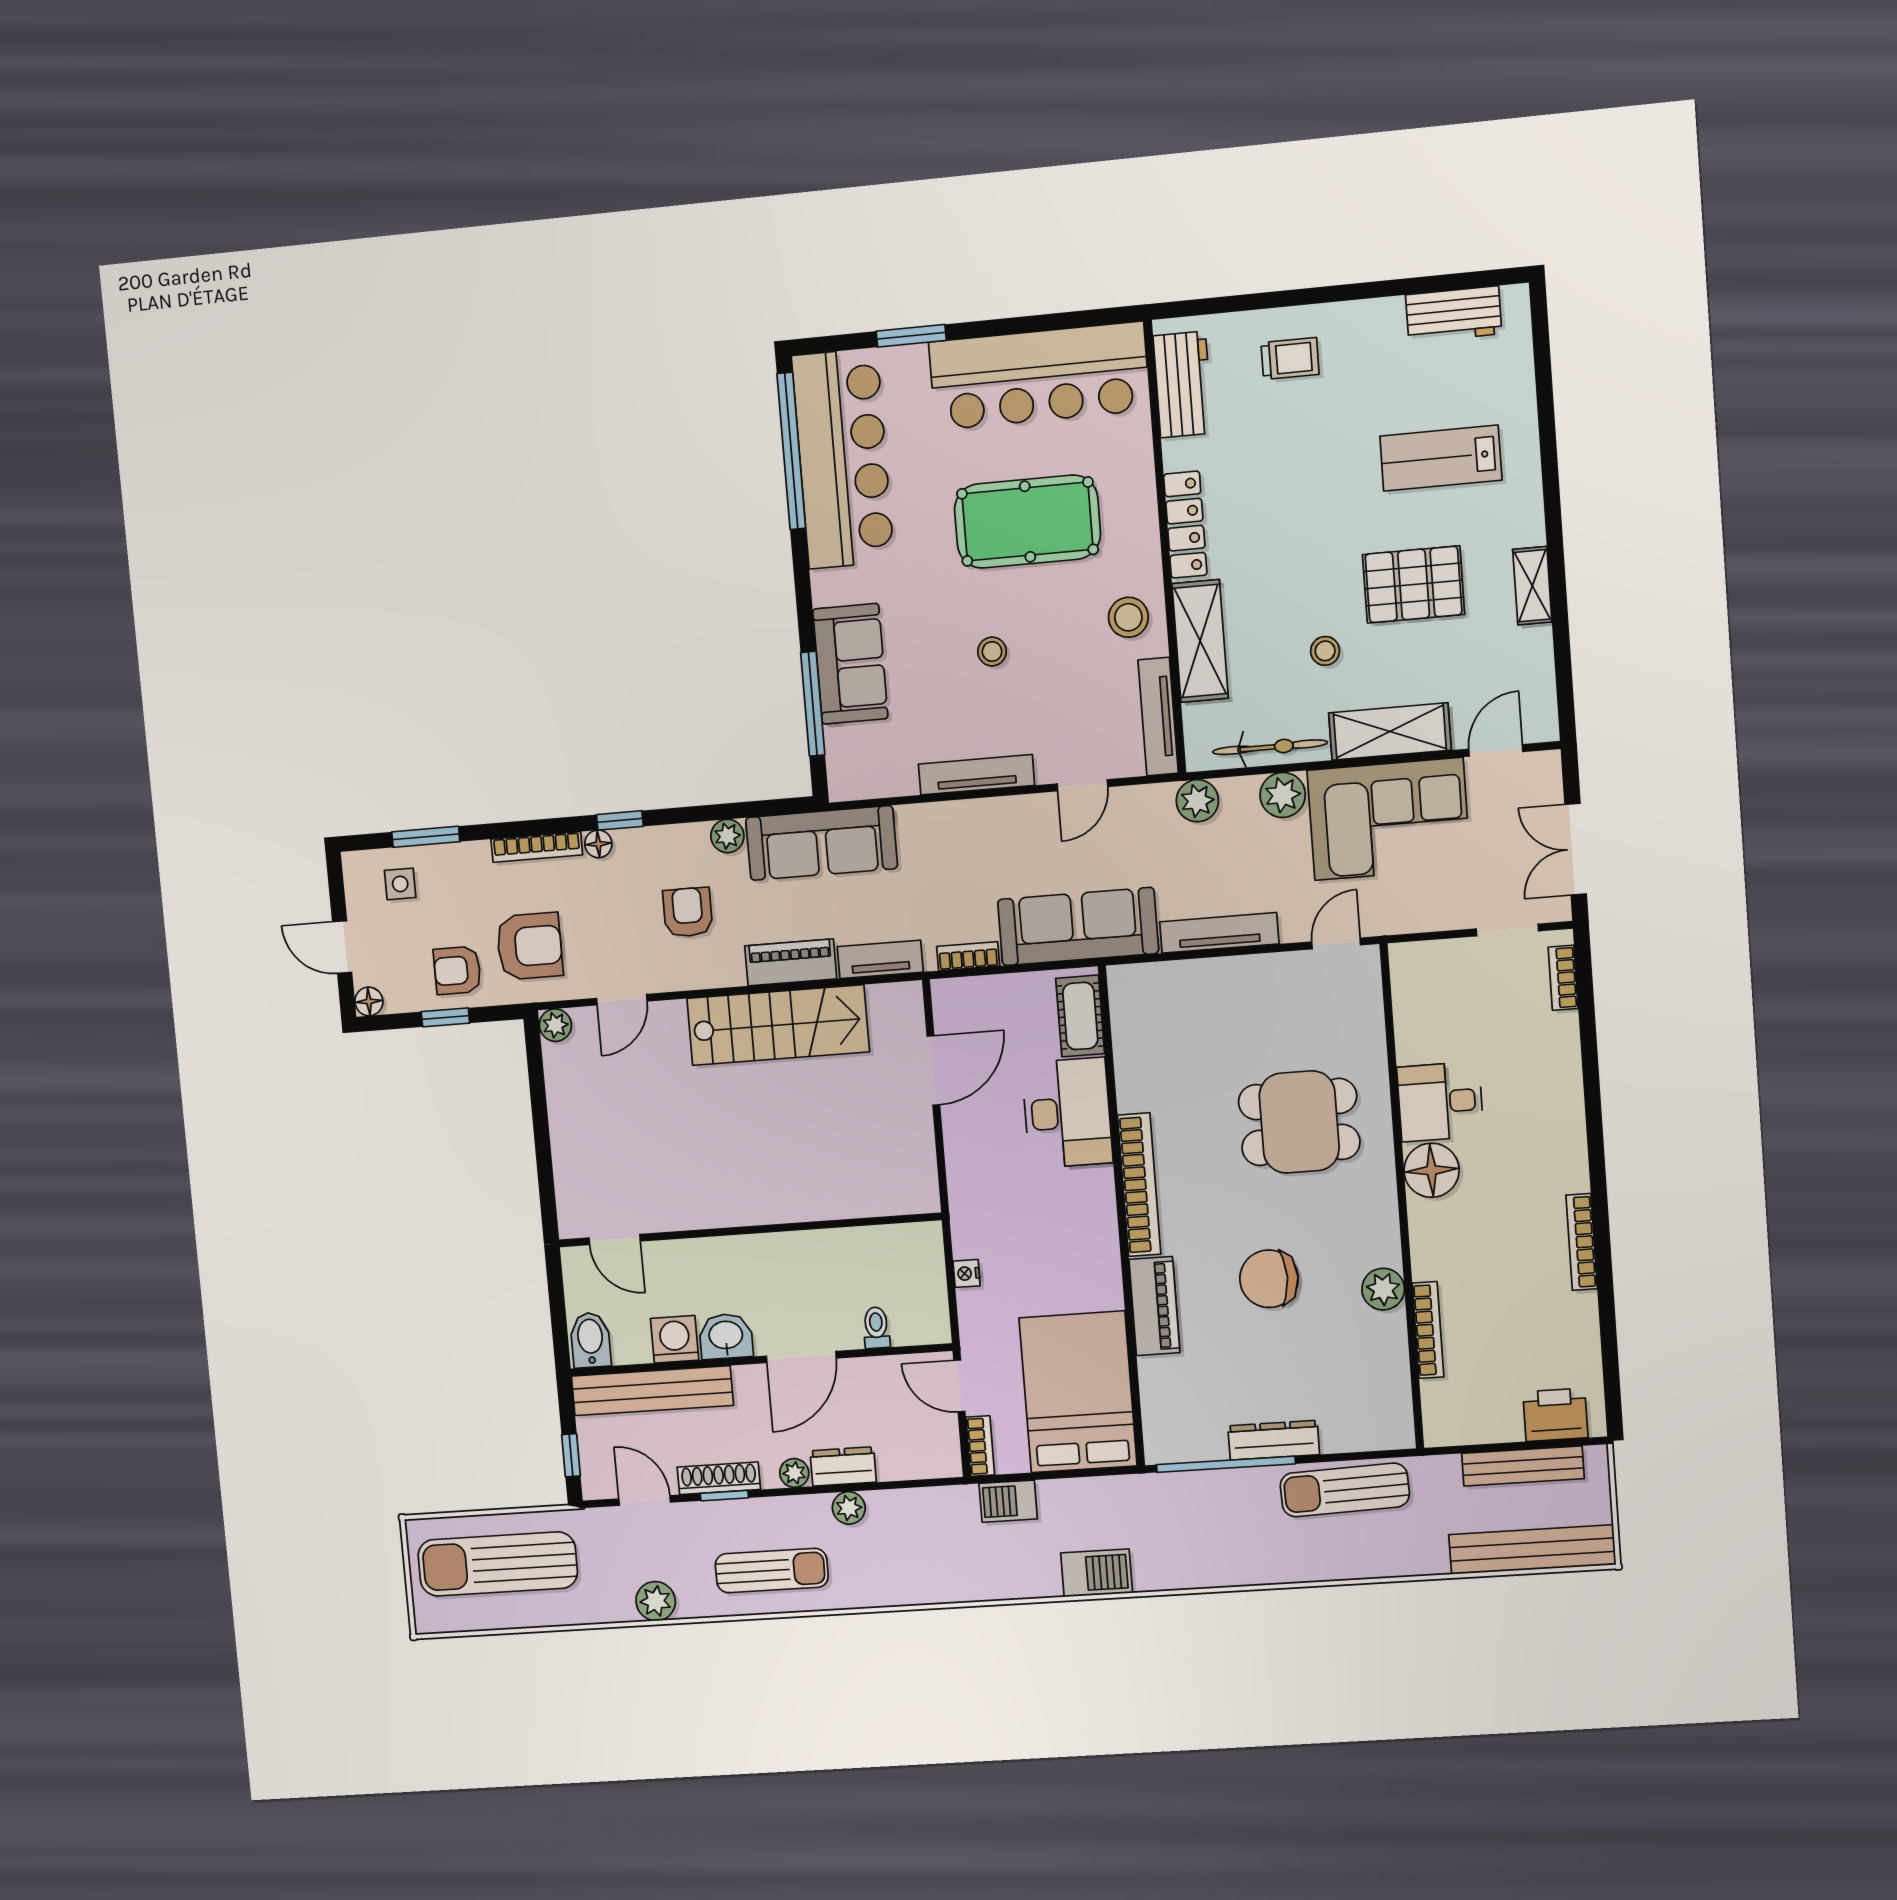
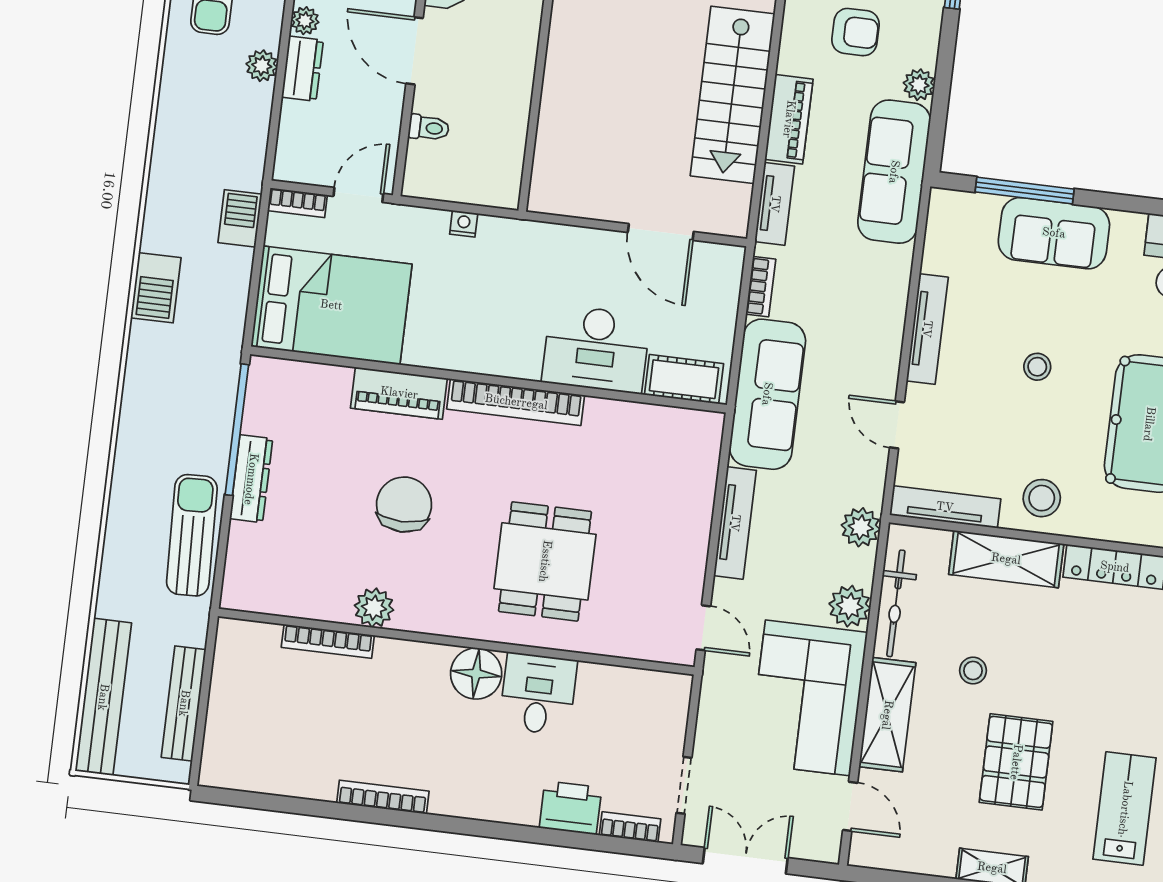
printer: (1555, 1415) -> (571, 808), moved, turned -90

